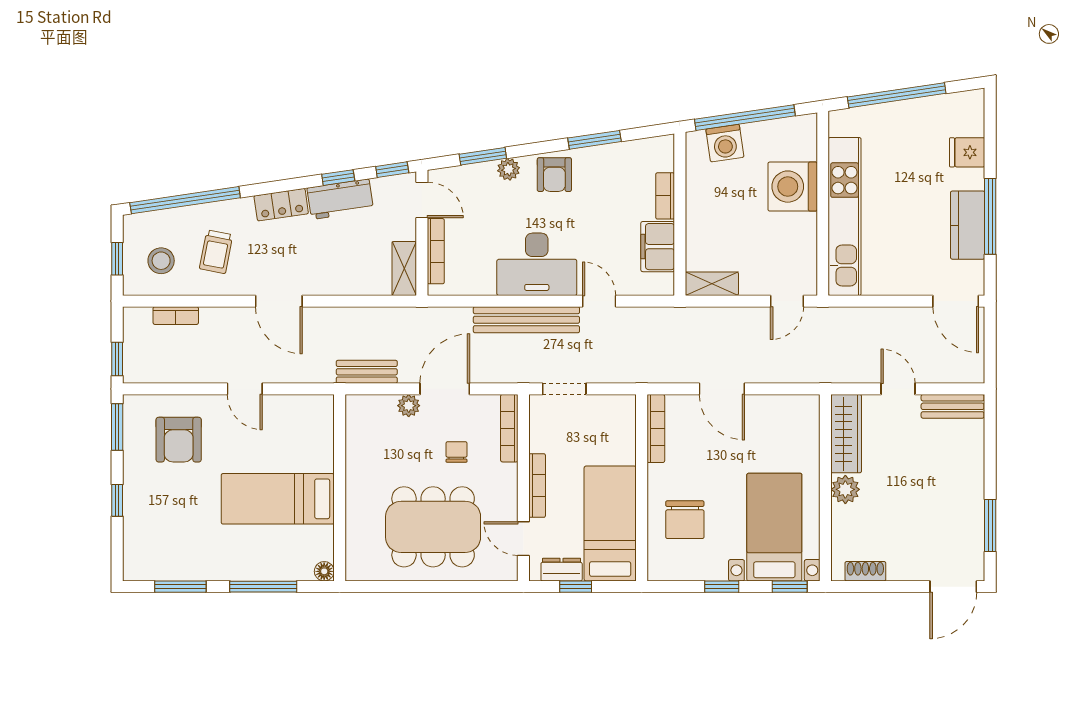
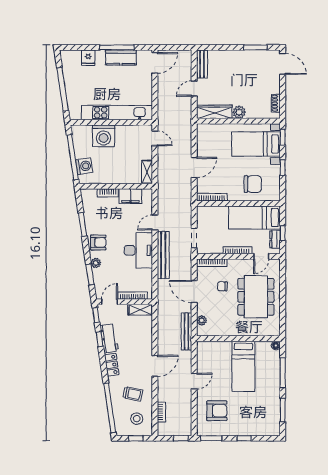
bench: (367, 372) -> (186, 331), width x1.36
plant: (409, 406) -> (202, 320), moved

